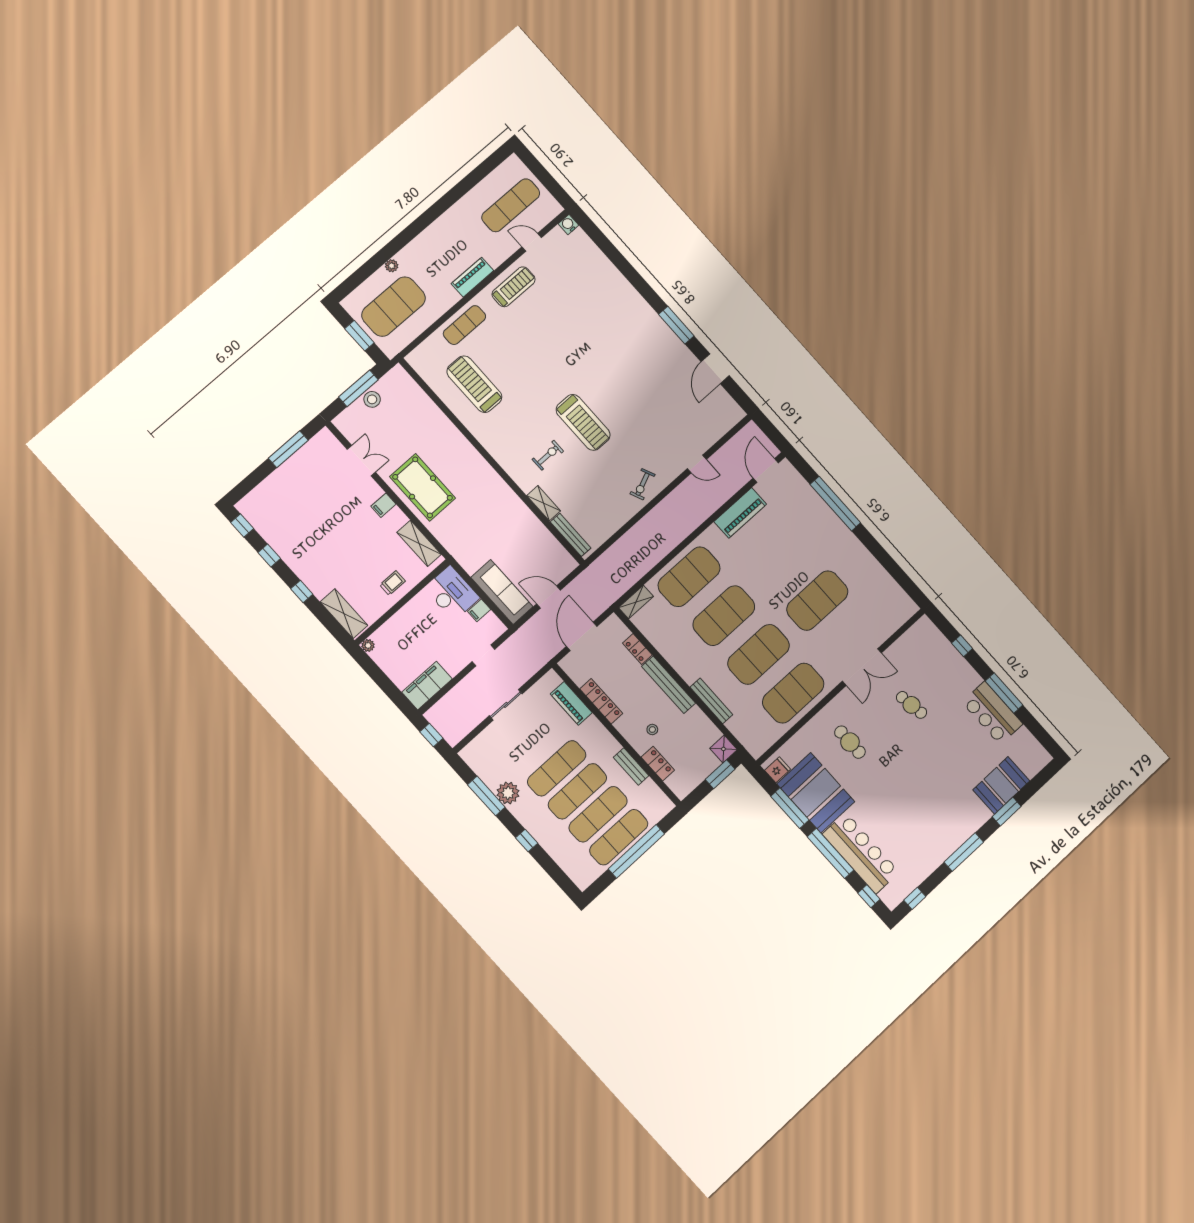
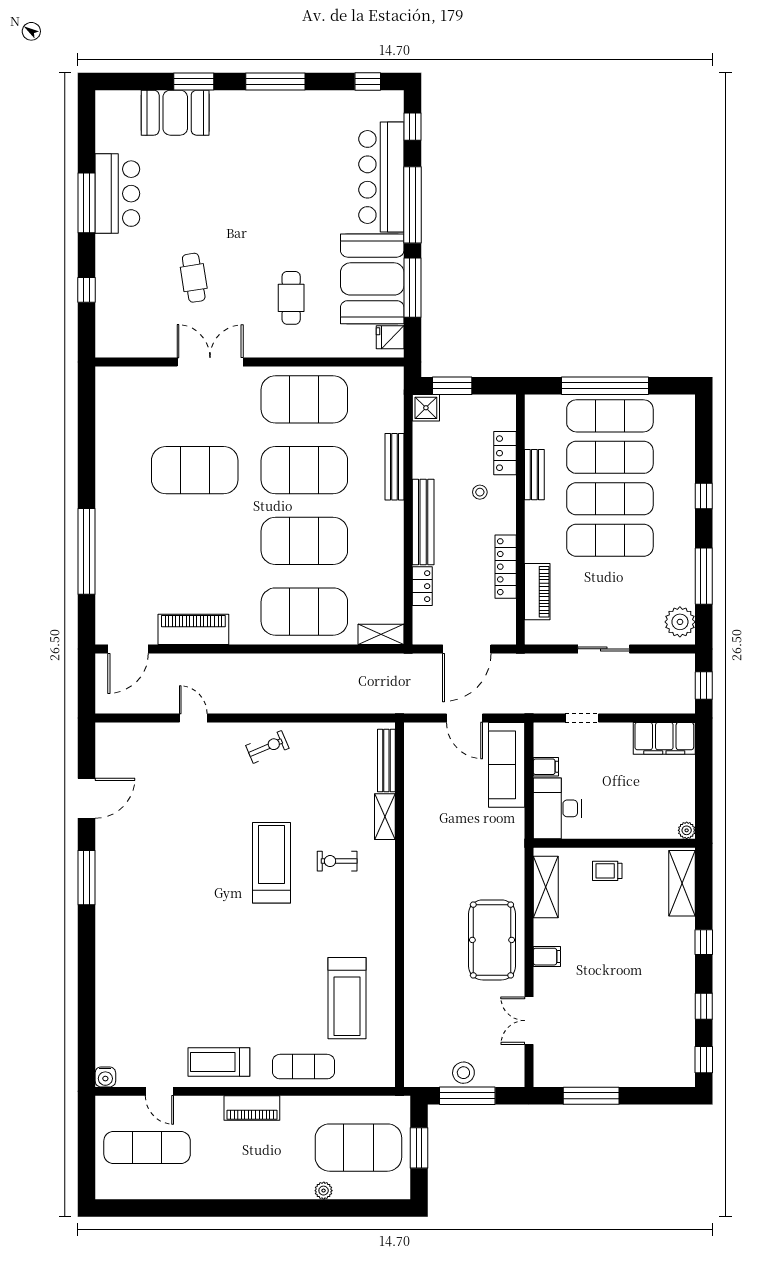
plant: (508, 793) -> (680, 622), moved

